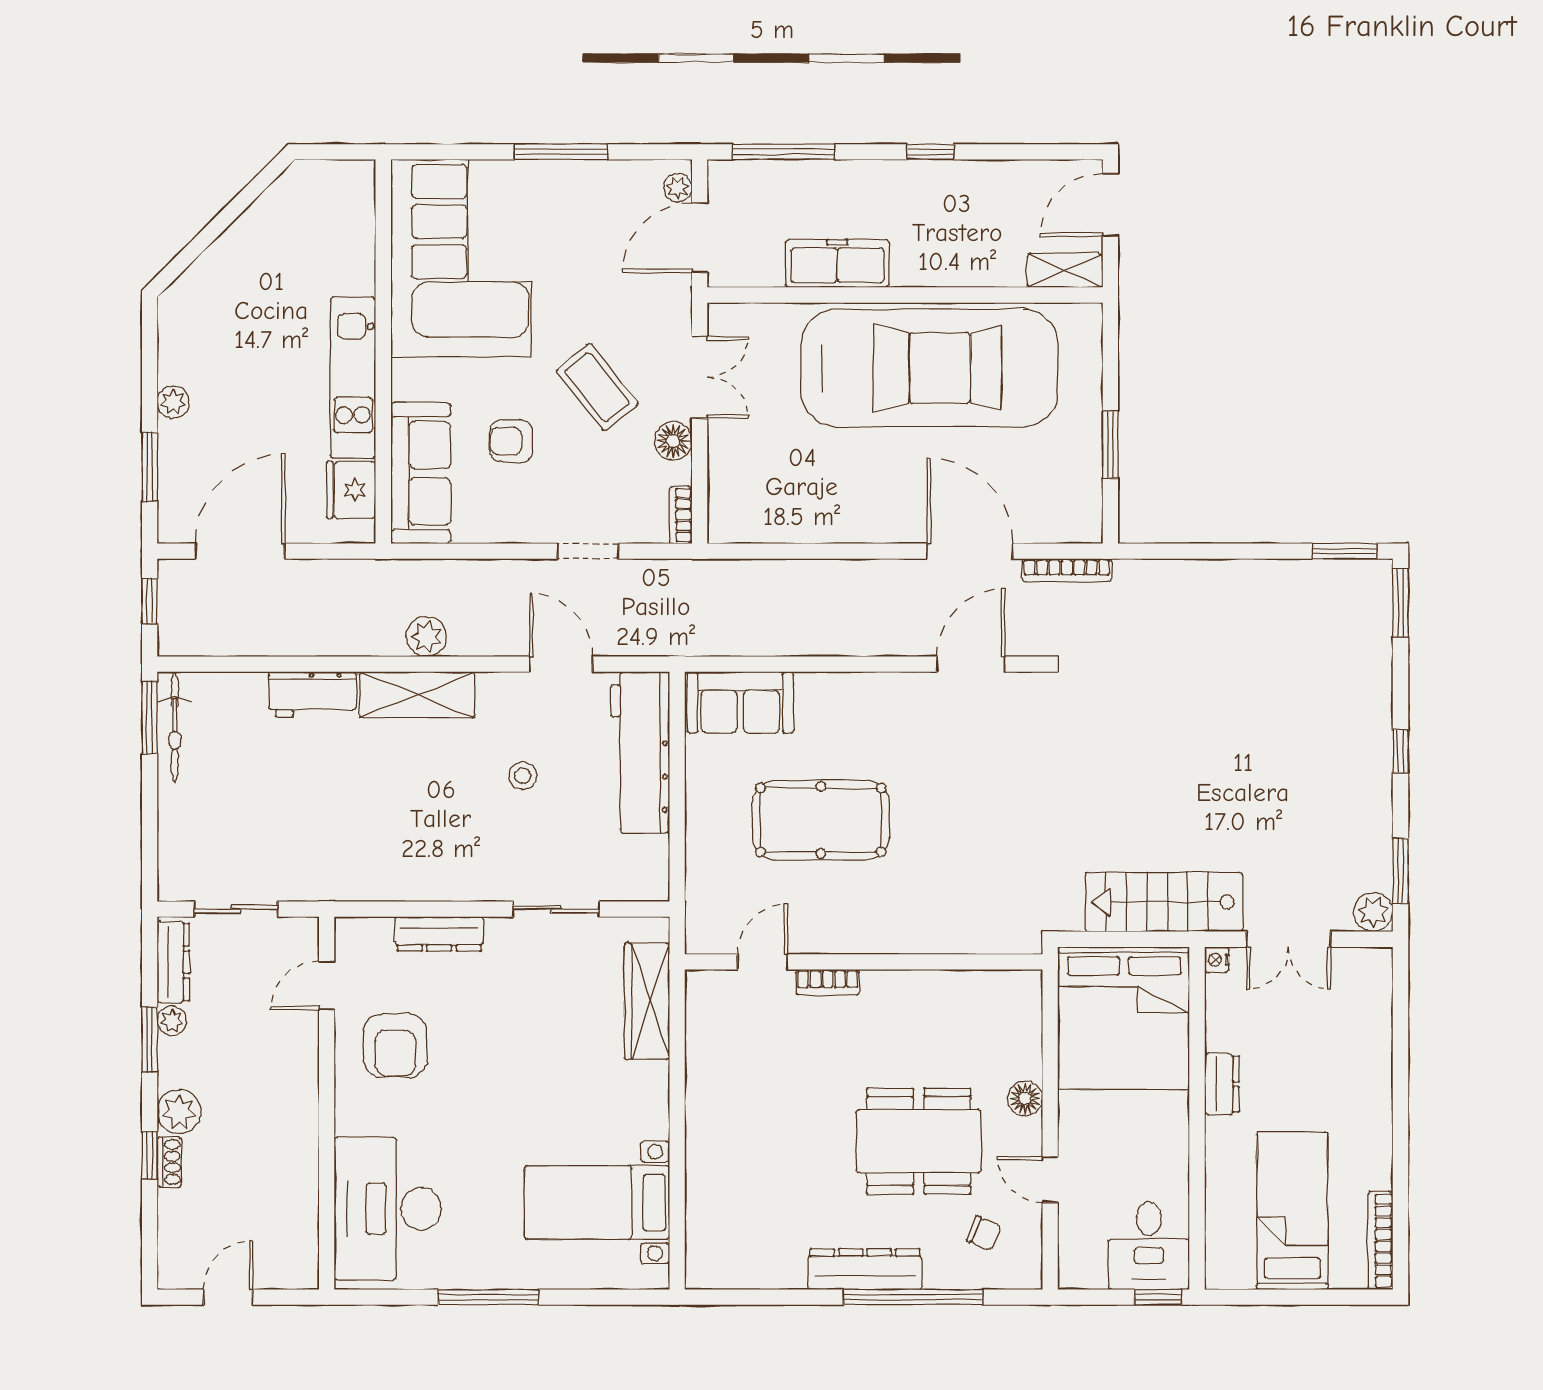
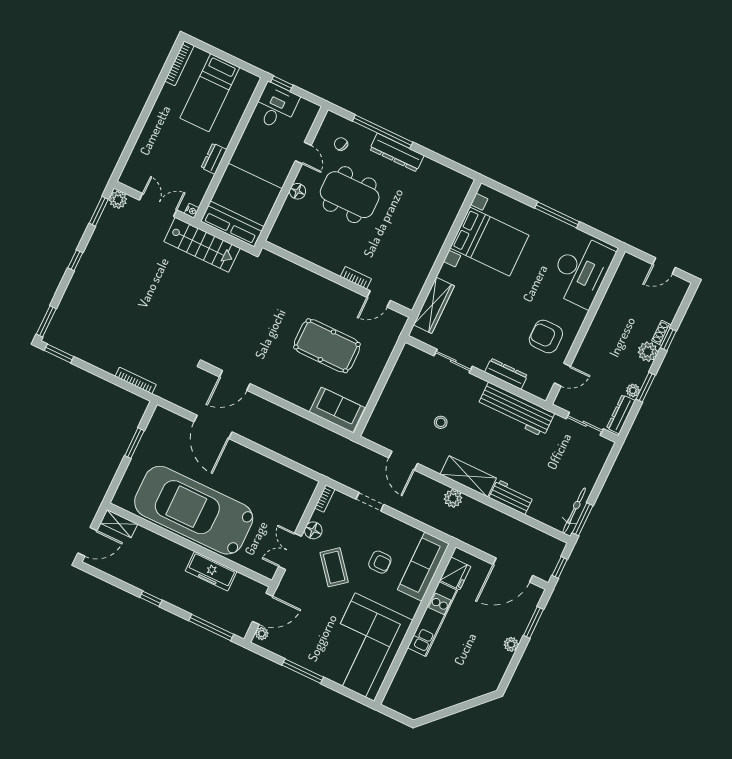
bookcase: (1067, 570) -> (136, 380), moved
workbench: (640, 752) -> (516, 410), moved, turned 90
armchair: (395, 1045) -> (546, 337), turned -90
bed with nightstands: (597, 1202) -> (489, 242), width x1.36

